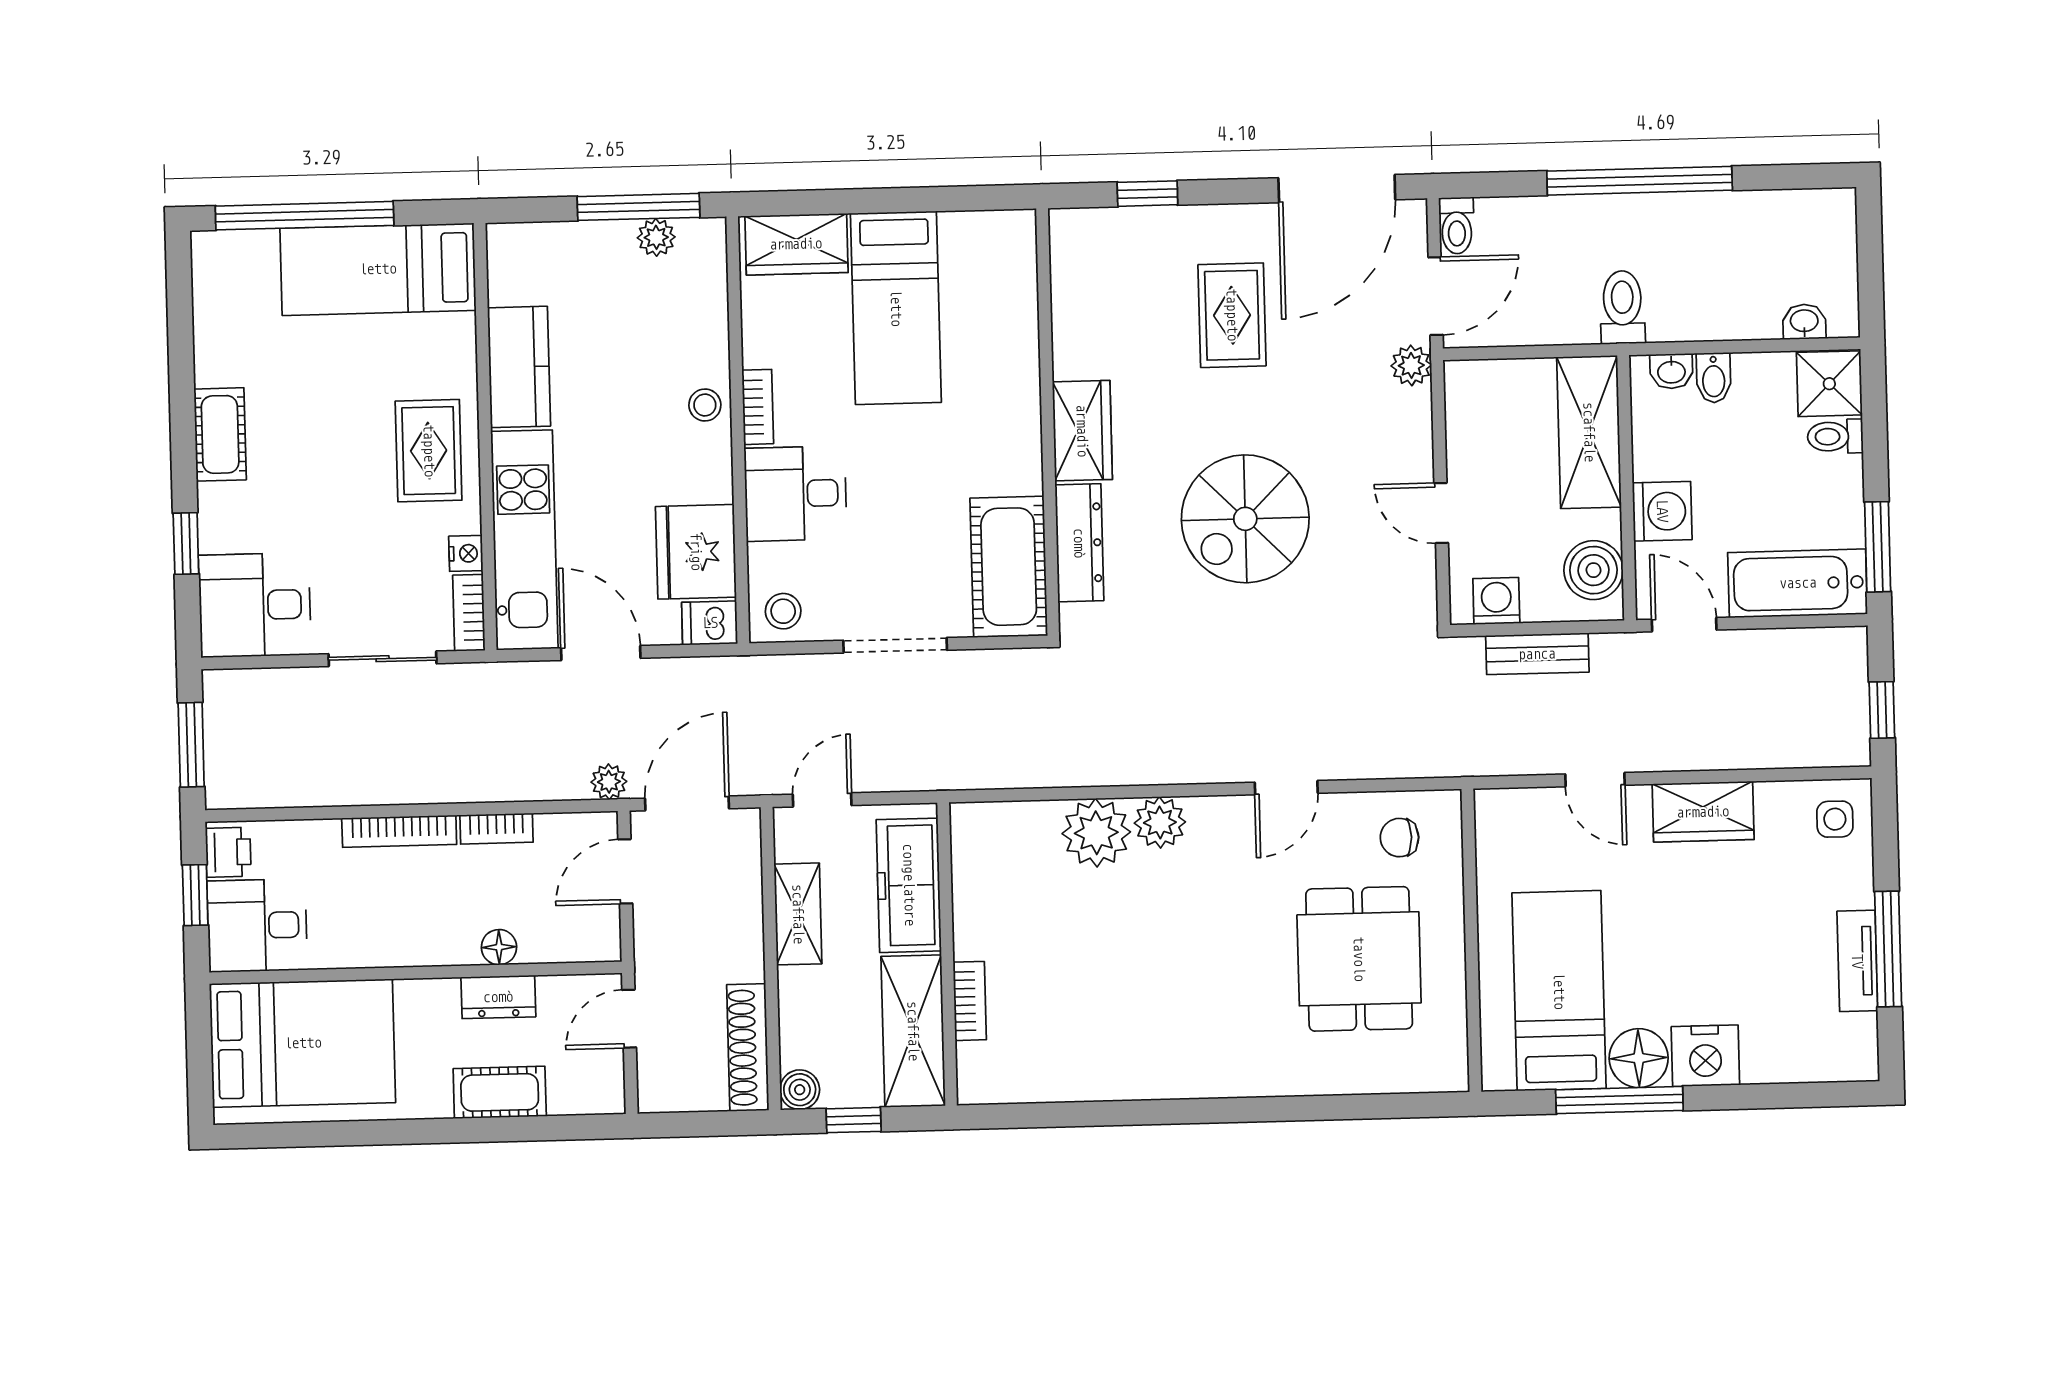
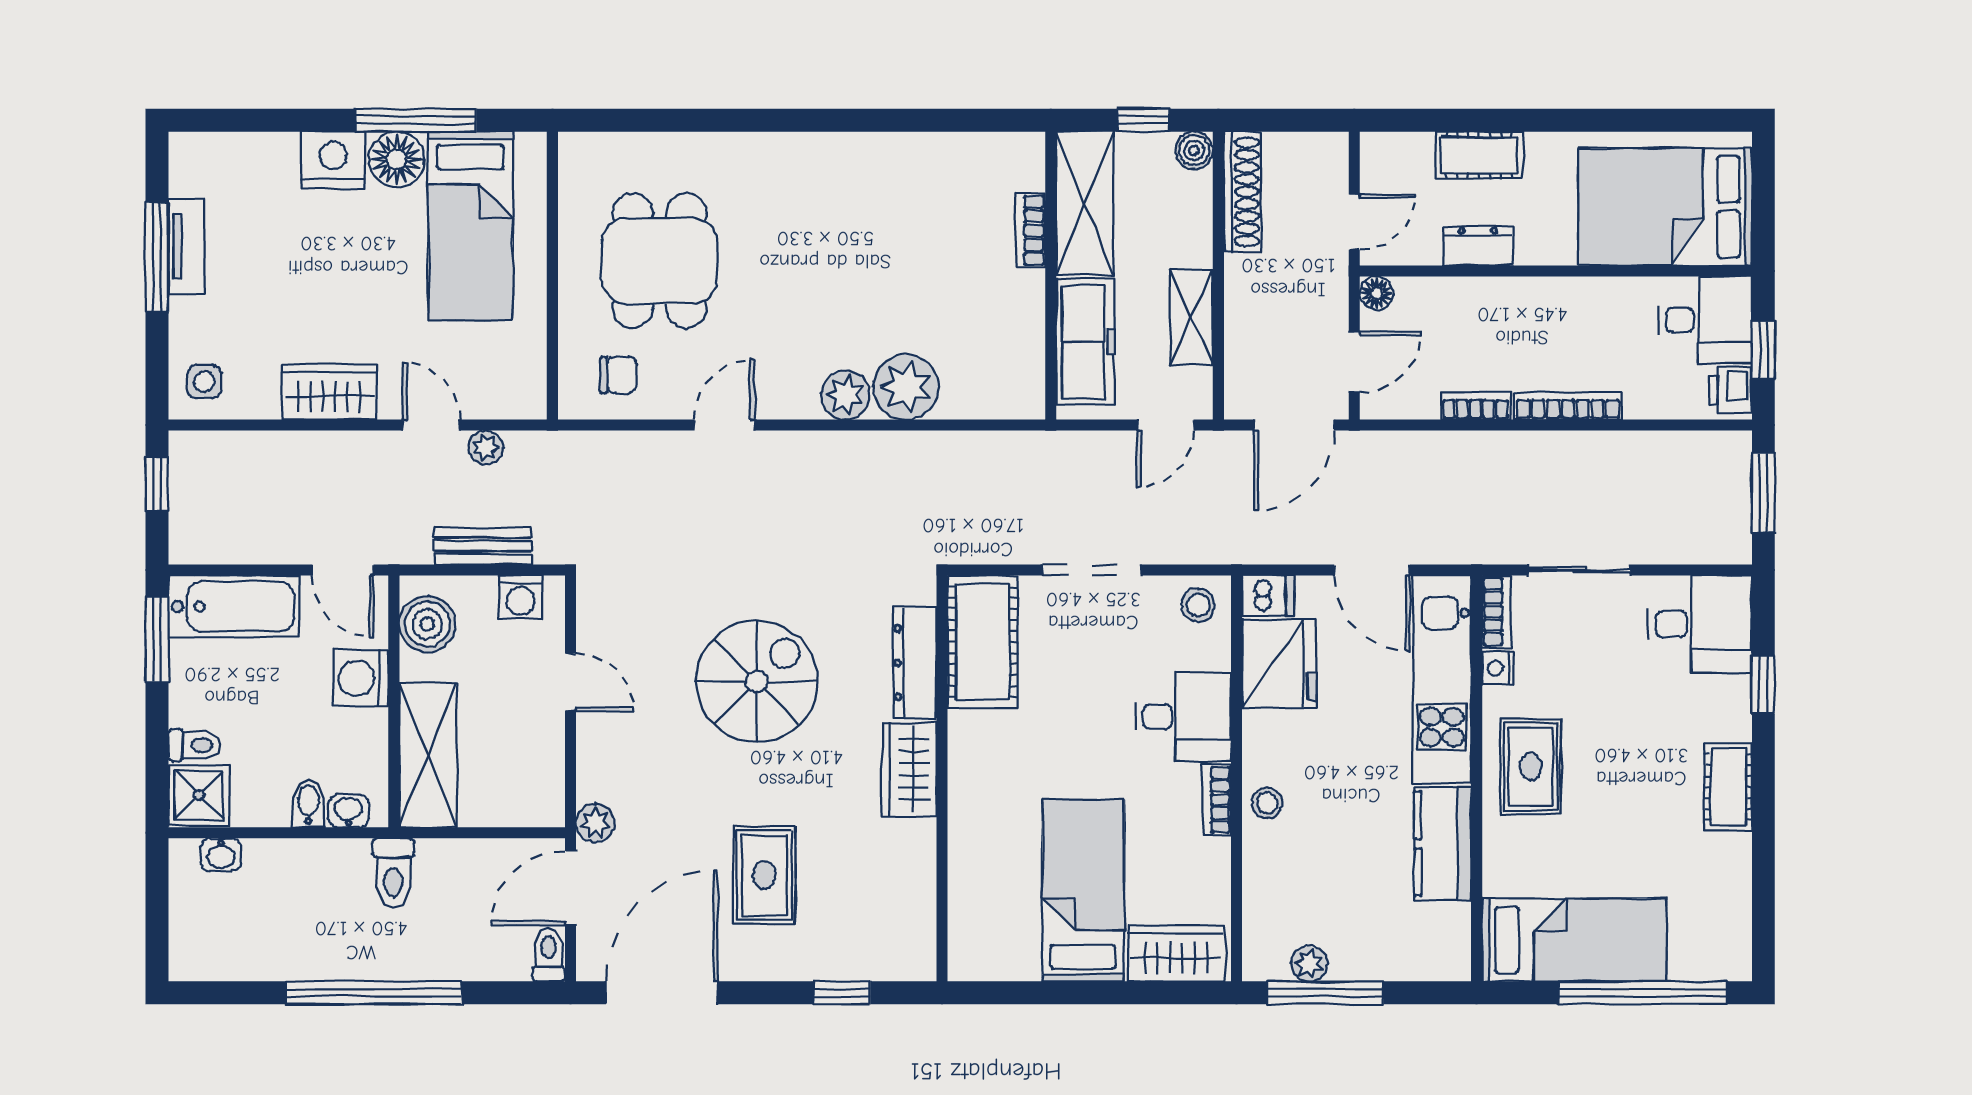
plant: (609, 782) -> (486, 448), moved
floor lamp: (499, 947) -> (1376, 293), moved

